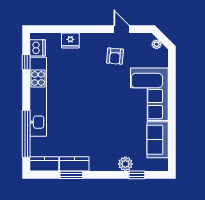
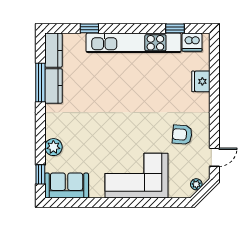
door: (121, 29) -> (214, 157), moved
window: (26, 134) -> (89, 28), width x0.32
sofa: (158, 140) -> (67, 185), moved
window: (71, 175) -> (40, 83), width x1.44
window: (137, 175) -> (40, 174), moved

